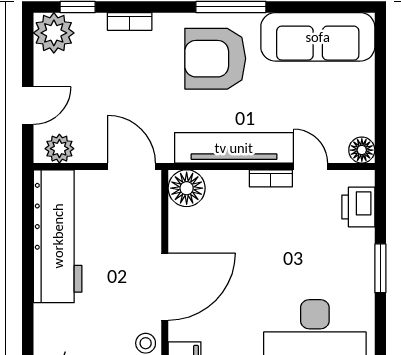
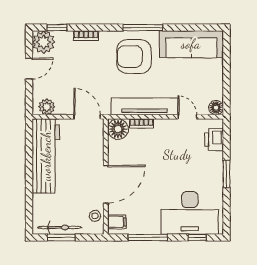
door: (28, 106) -> (29, 69), moved
bookcase: (271, 178) -> (142, 124), moved

